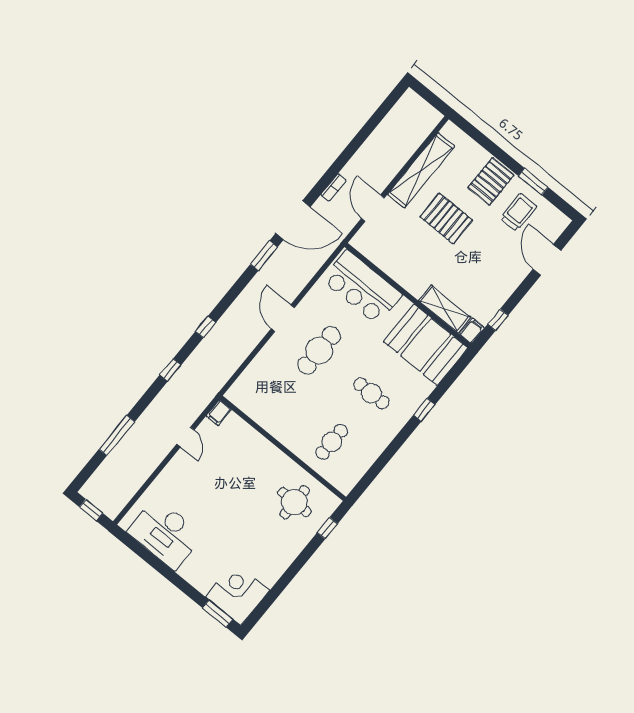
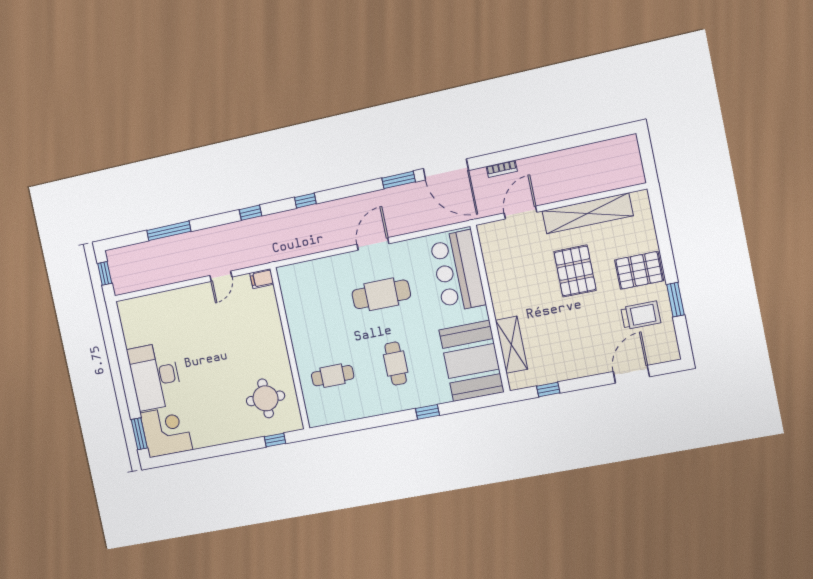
filing cabinet: (472, 331) -> (519, 381), removed
desk: (165, 533) -> (155, 376), moved

